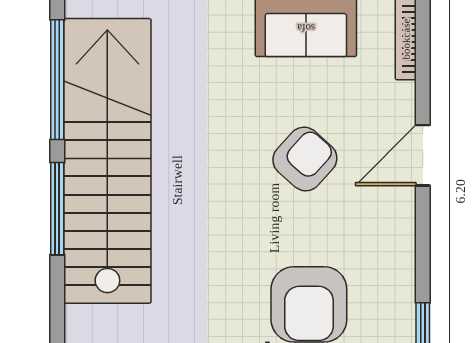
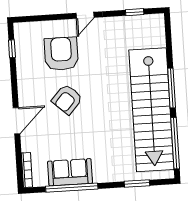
armchair: (305, 159) -> (67, 99), moved

